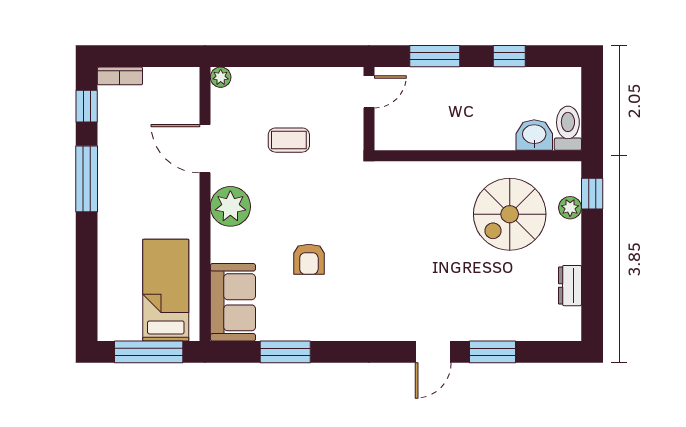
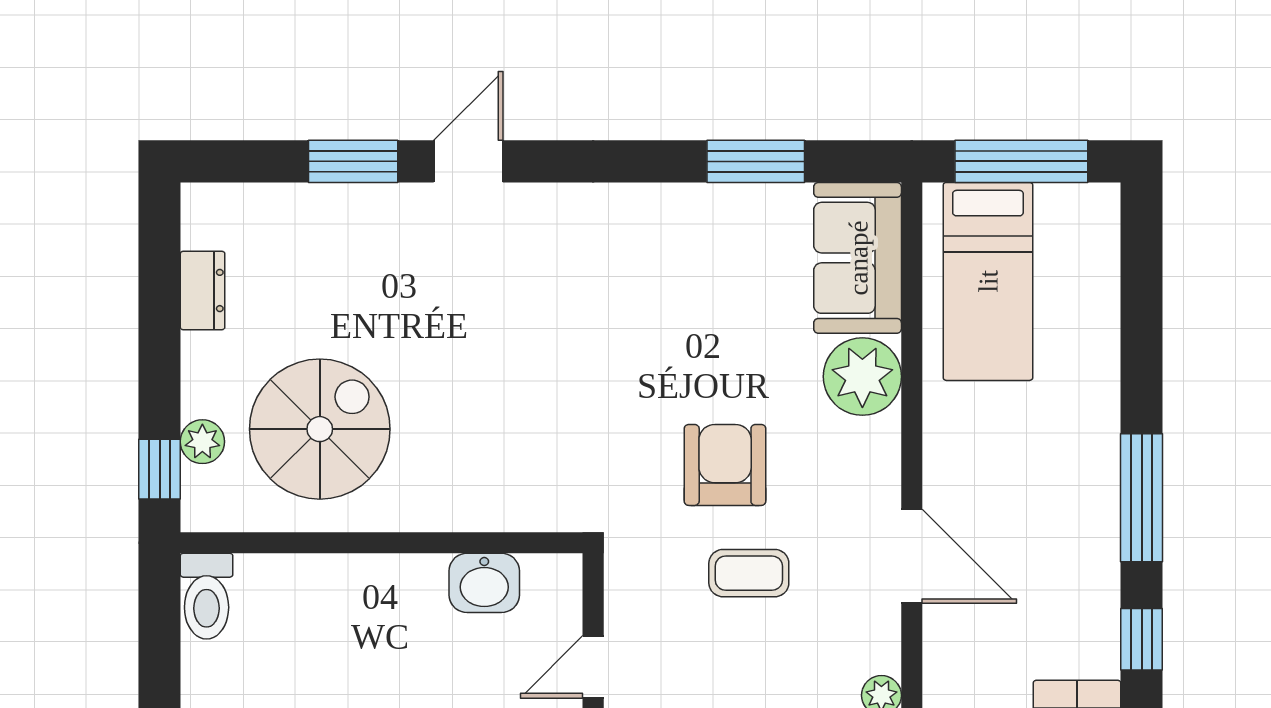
washbasin: (534, 135) -> (484, 583), moved
plant: (230, 206) -> (862, 377), moved
armchair: (309, 259) -> (725, 465), moved, width x1.38, depth x1.38

